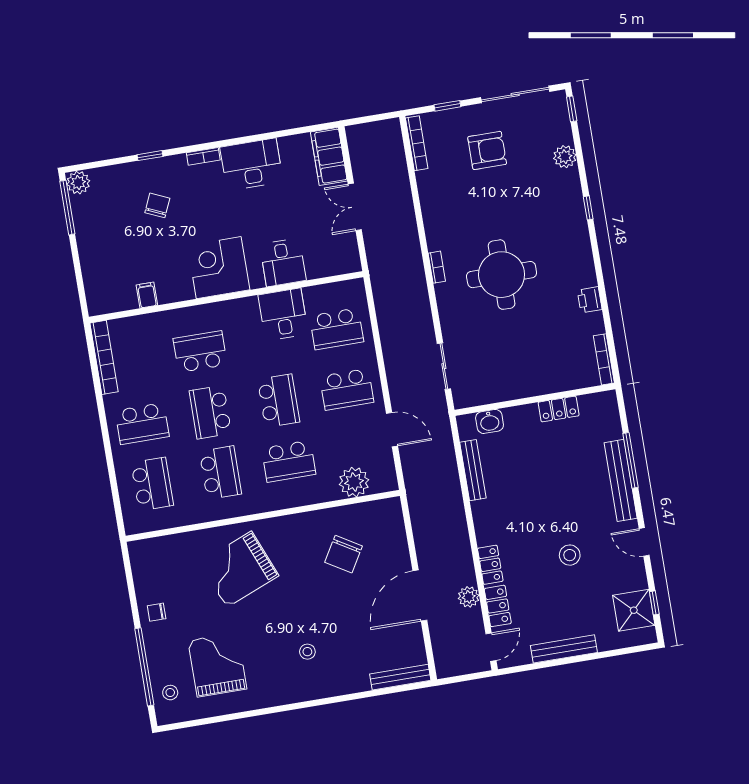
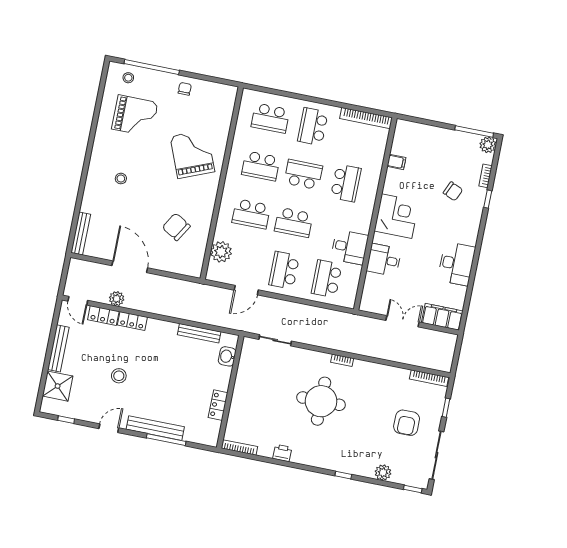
bookcase: (203, 156) -> (485, 176), moved
school desk: (289, 461) -> (251, 214), turned -90
shower: (634, 610) -> (58, 386), moved

